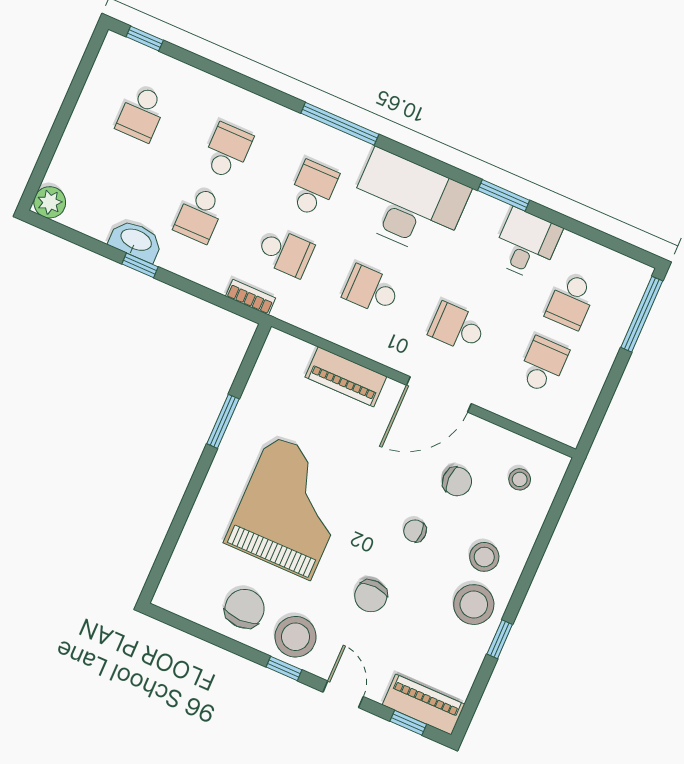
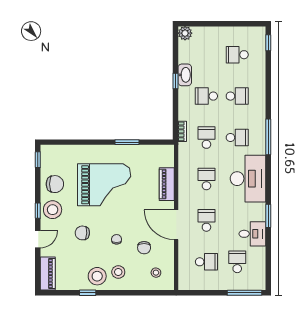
school desk: (285, 252) -> (206, 138), turned 180
school desk: (571, 301) -> (237, 262), turned 90
window: (408, 723) -> (38, 160), moved

